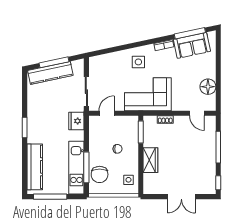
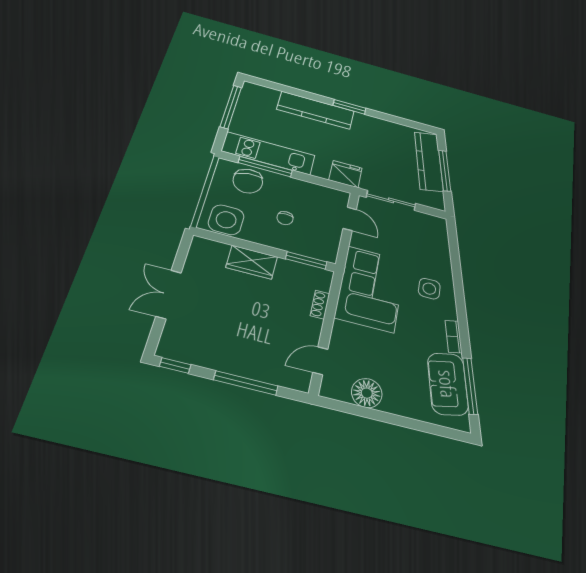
kitchen counter: (35, 167) -> (316, 110), moved
chair: (100, 174) -> (248, 181), turned -98
side table: (128, 180) -> (226, 220), width x1.87, depth x1.87

